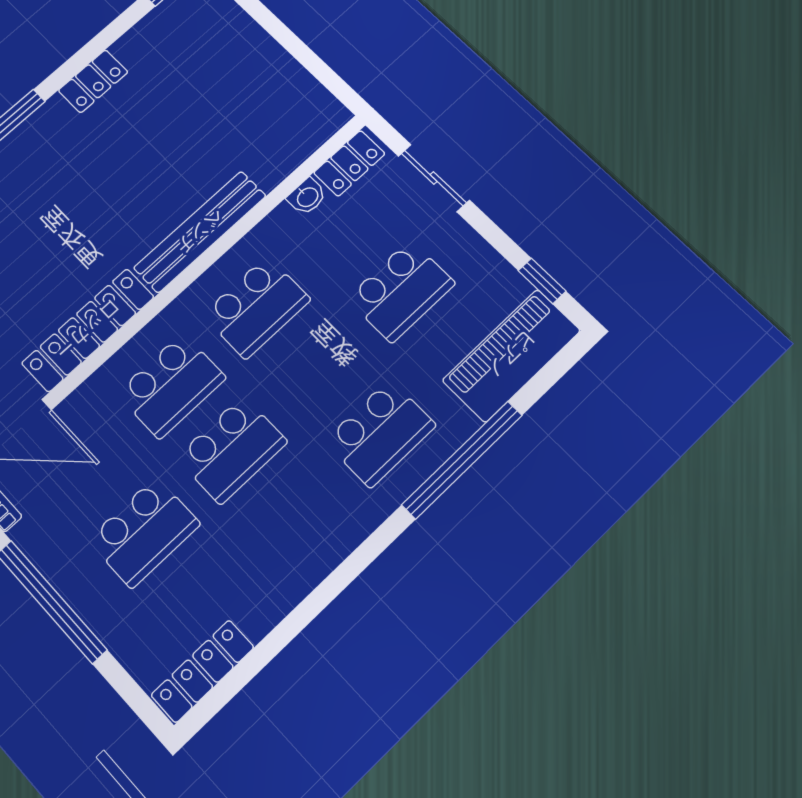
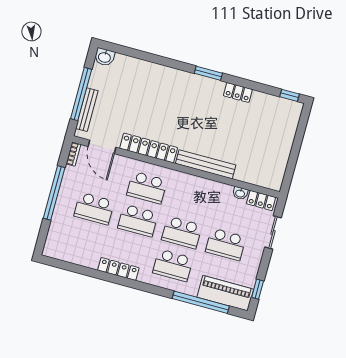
school desk: (256, 307) -> (182, 232), moved
window: (462, 460) -> (201, 302), moved
locker: (203, 671) -> (118, 269), moved

